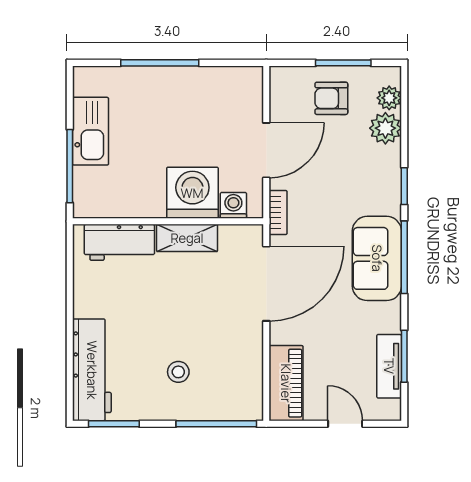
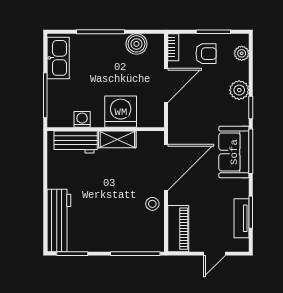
boiler: (218, 83) -> (136, 44), added
armchair: (331, 98) -> (206, 54), turned 180
plant: (385, 128) -> (239, 90), moved
kitchen sink: (91, 131) -> (58, 58), moved
washing machine: (233, 205) -> (82, 119), moved
bookcase: (278, 212) -> (173, 47), moved
stool: (178, 372) -> (152, 204), moved
door: (345, 424) -> (214, 254), swing flipped

